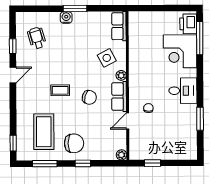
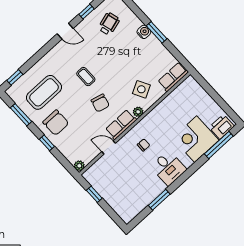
chair: (148, 108) -> (144, 145), moved

